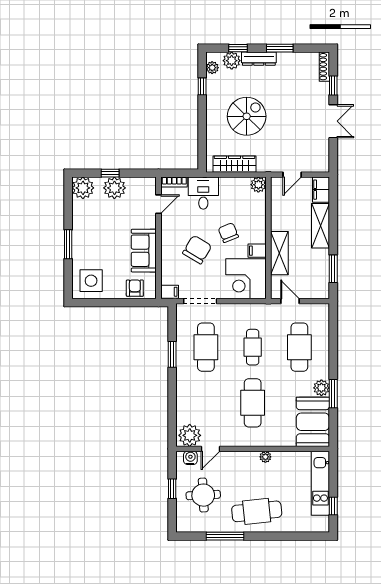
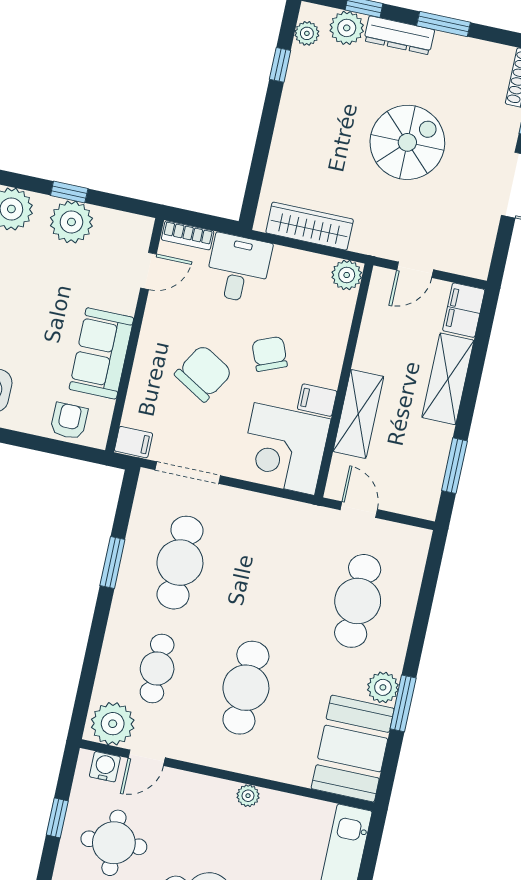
spiral stairs: (247, 116) -> (407, 142), moved
cafe table: (253, 347) -> (157, 668), moved

